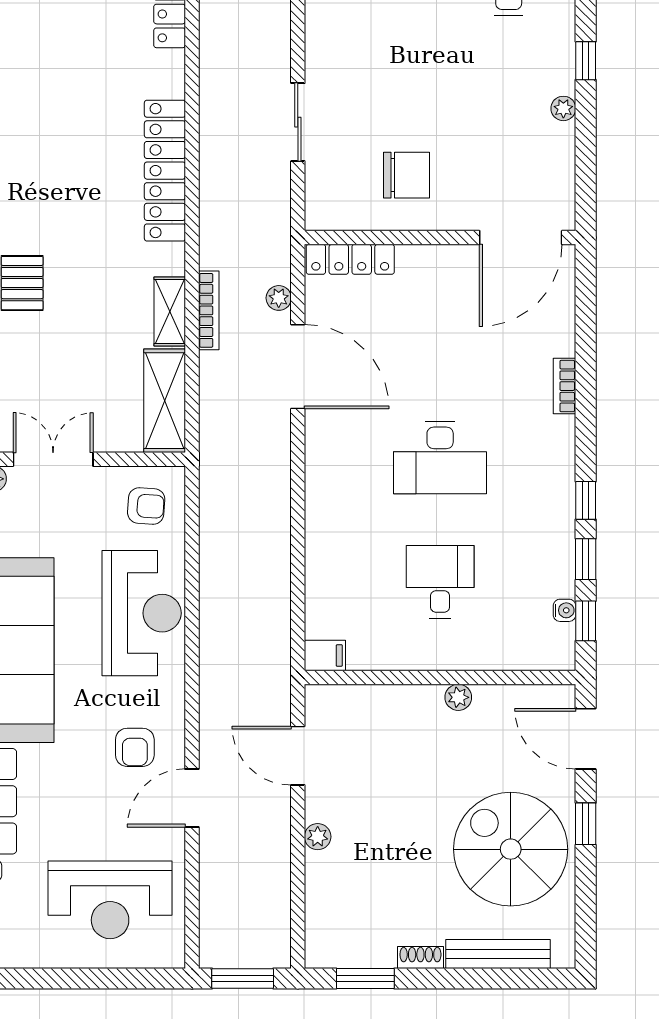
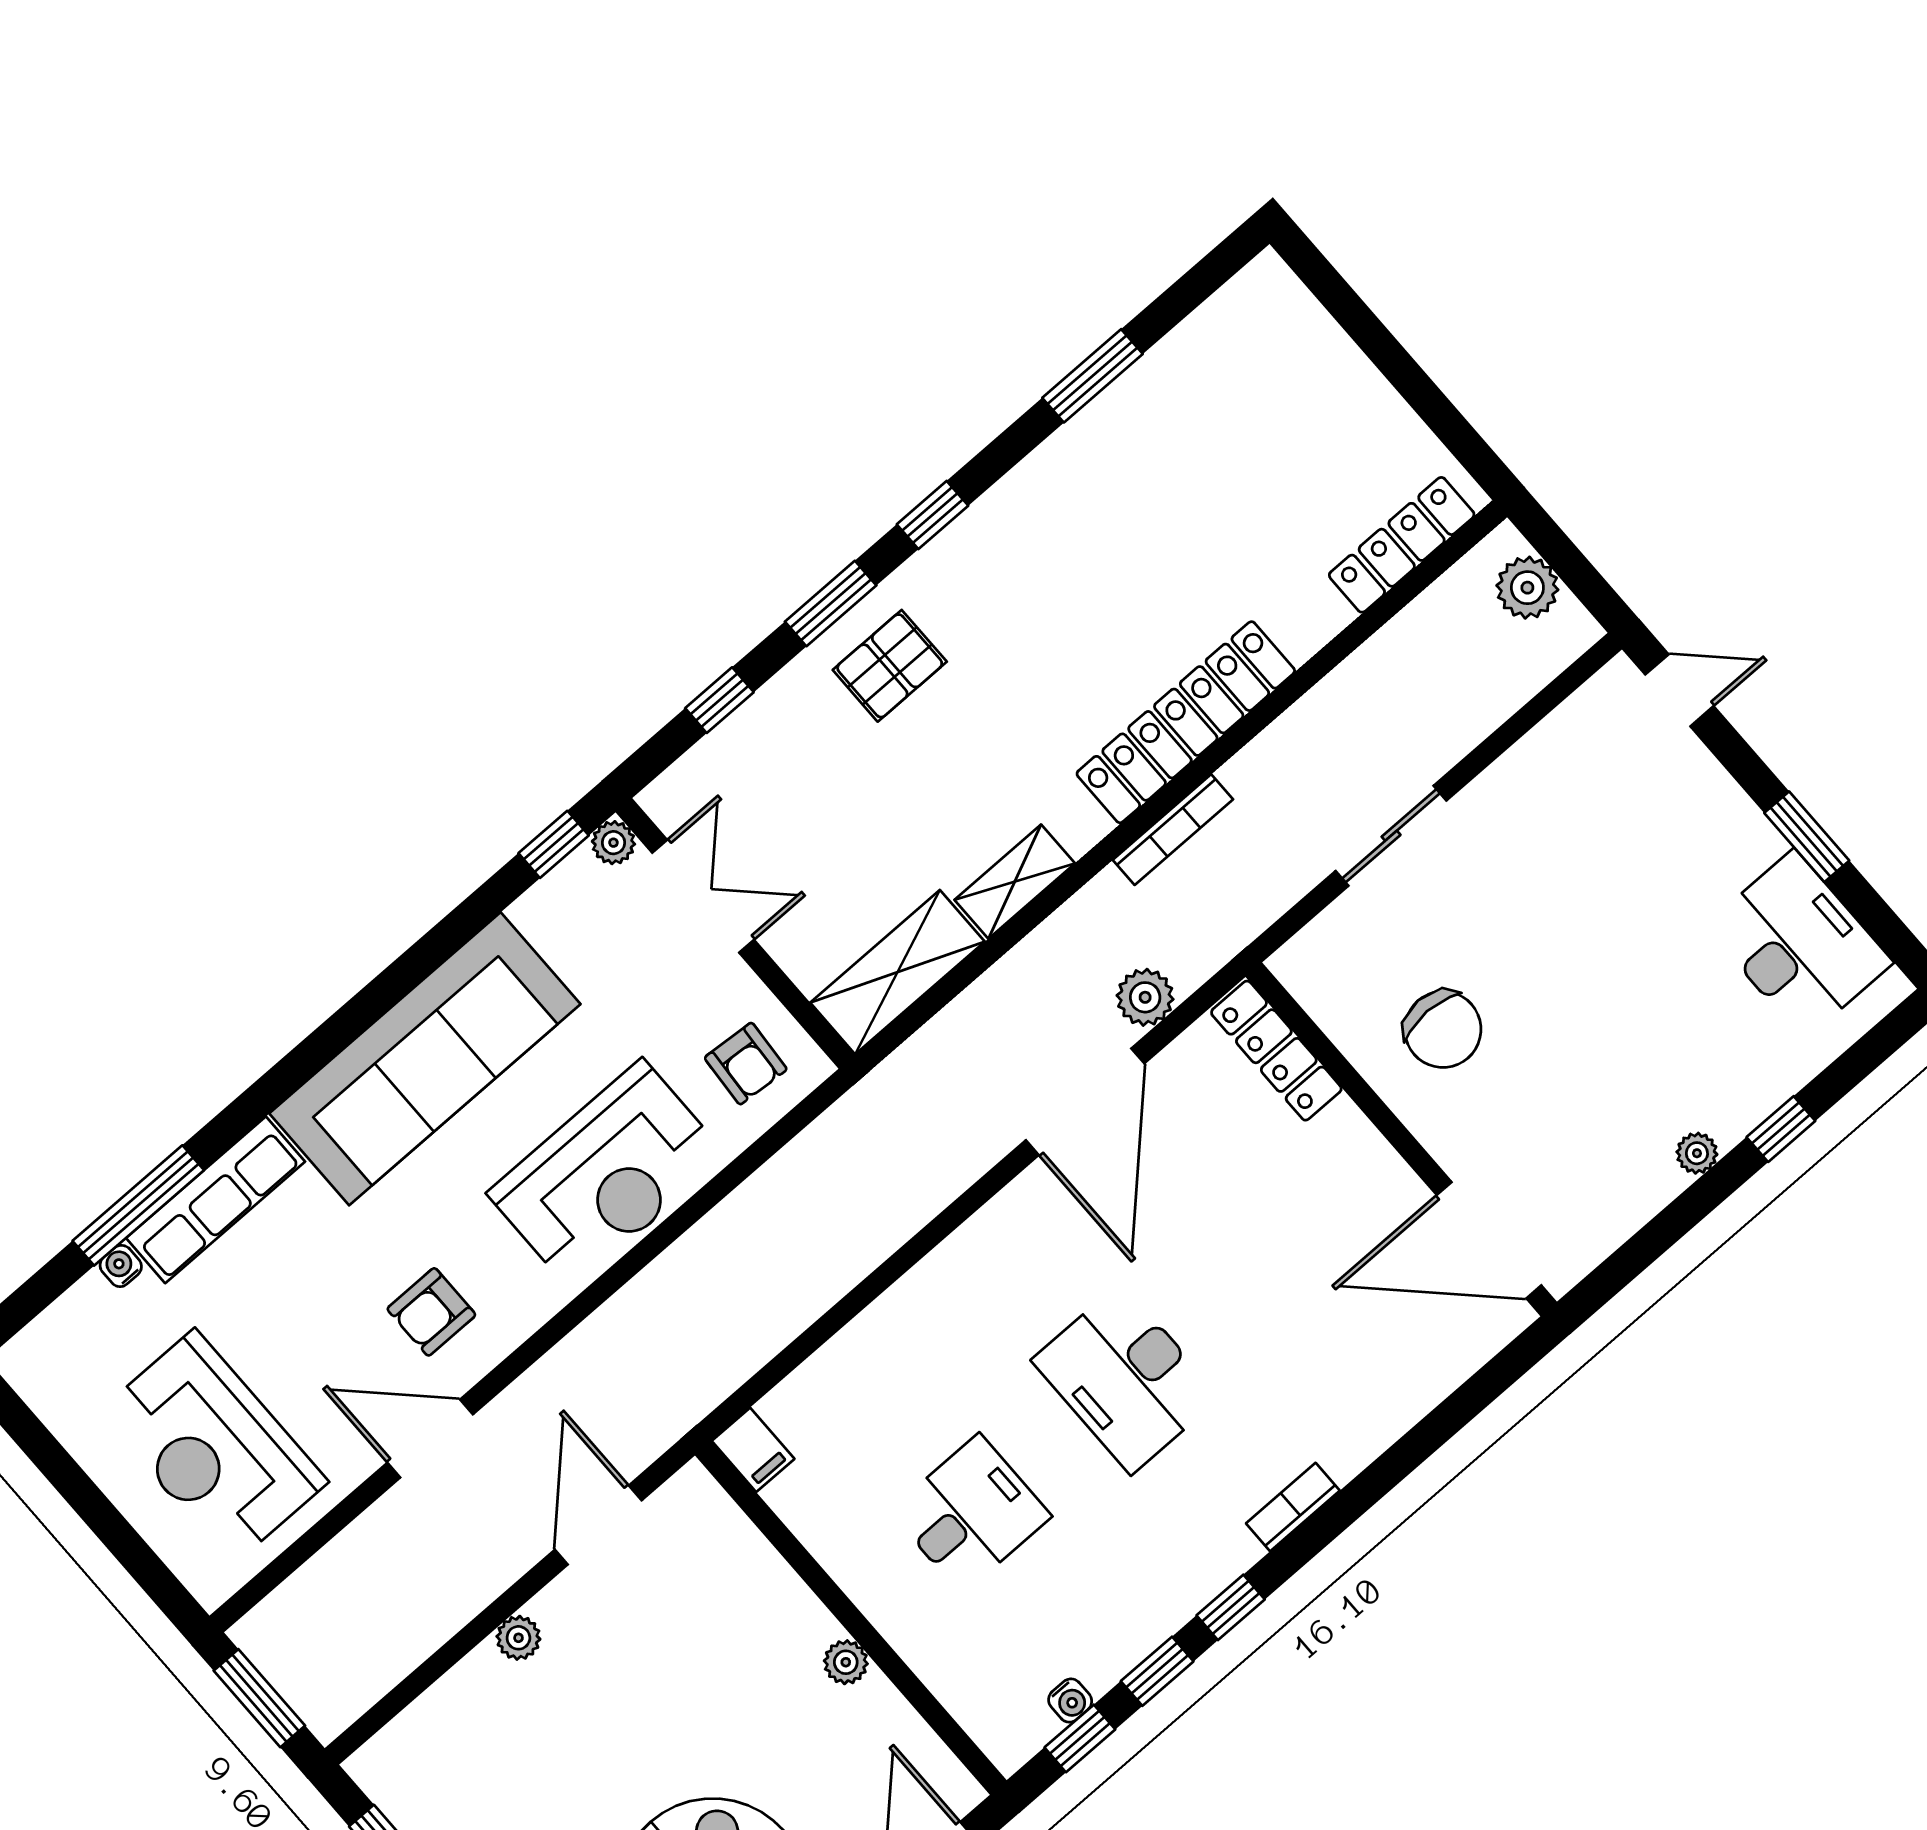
plant: (279, 298) -> (1145, 997), width x1.38, depth x1.38
bookcase: (209, 310) -> (1173, 830), moved
bookcase: (565, 386) -> (1293, 1507), moved

